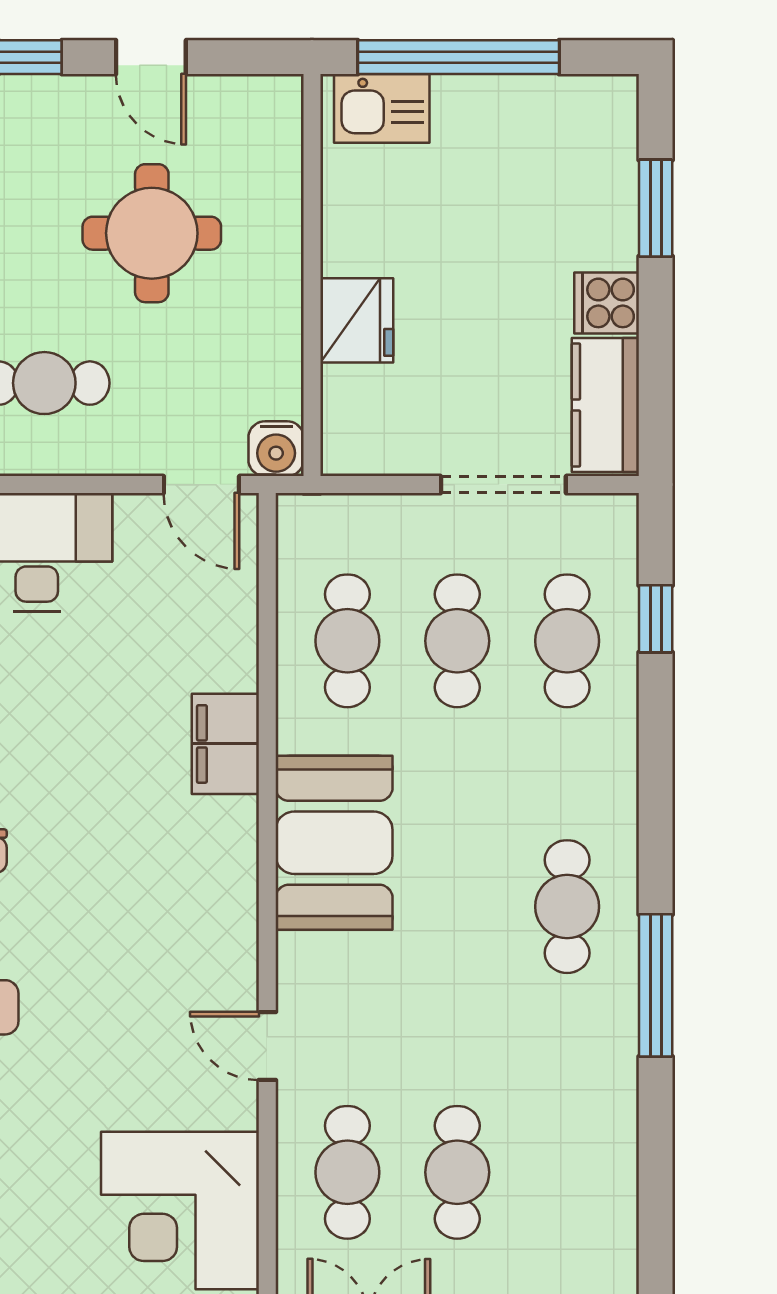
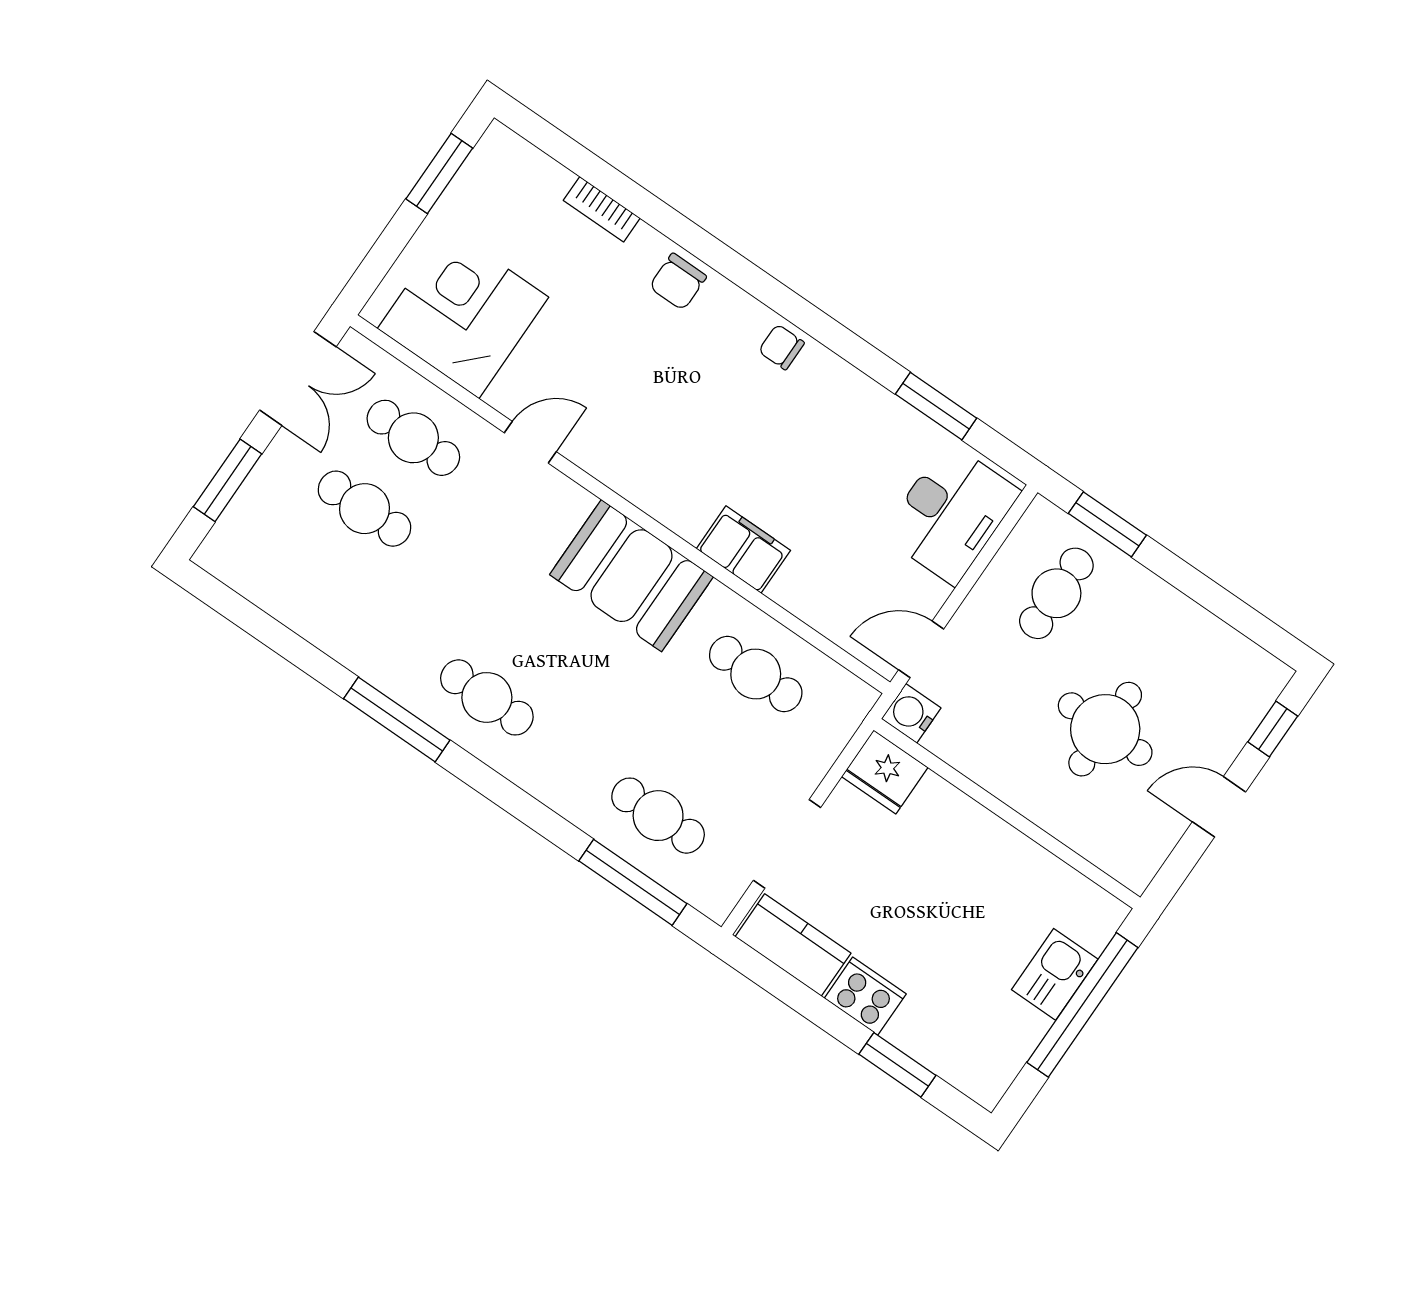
kitchen sink: (382, 108) -> (1055, 974), moved
cooker: (607, 303) -> (865, 996), width x1.36
fridge: (357, 320) -> (885, 772), moved
window: (656, 619) -> (633, 882), width x2.17
cafe table: (457, 641) -> (707, 745), removed

